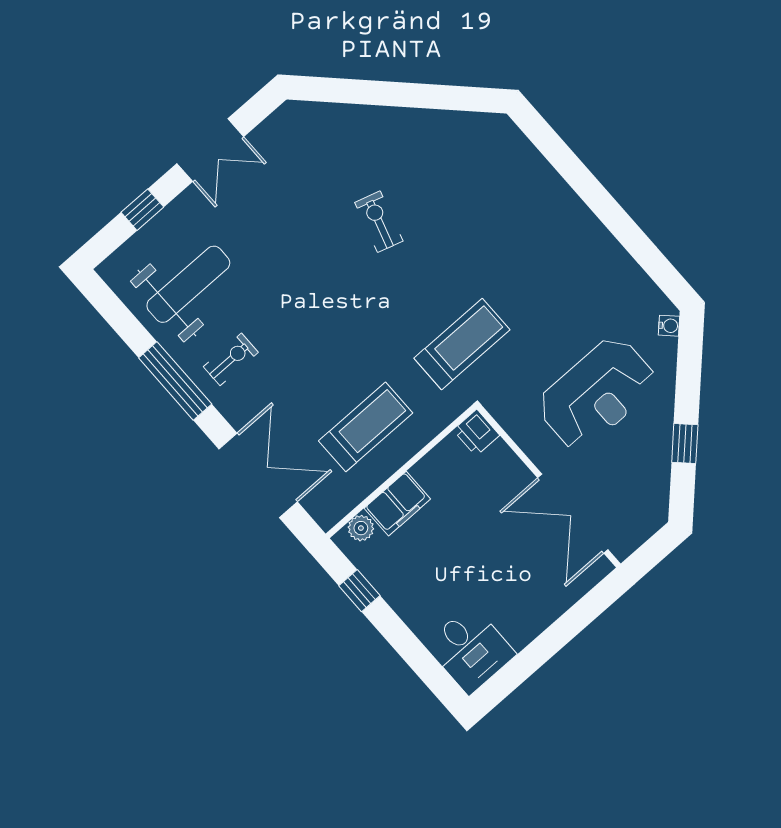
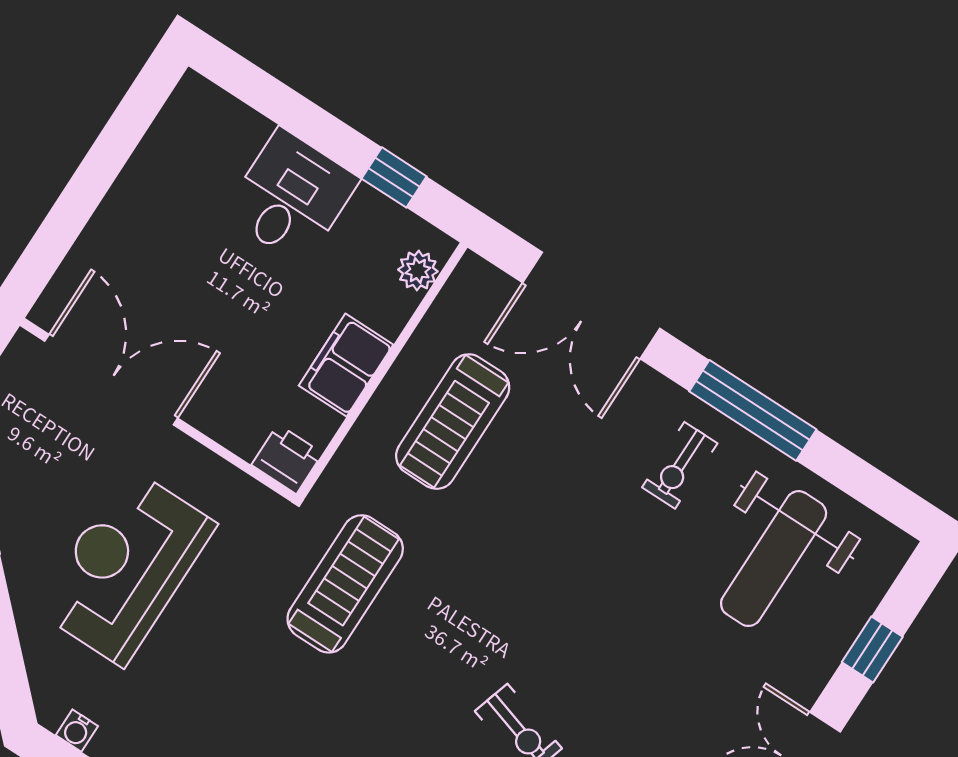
water cooler: (669, 326) -> (77, 731), moved, turned -44
treadmill: (462, 344) -> (345, 584), turned 180
filing cabinet: (397, 504) -> (346, 365), moved
desk: (470, 649) -> (291, 197), moved, turned 90

